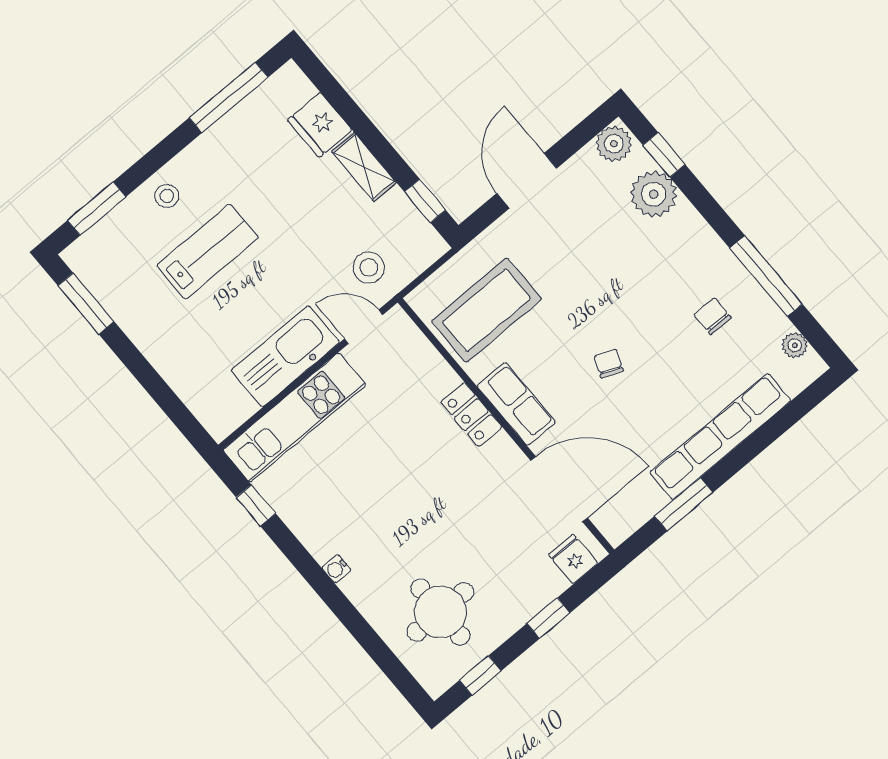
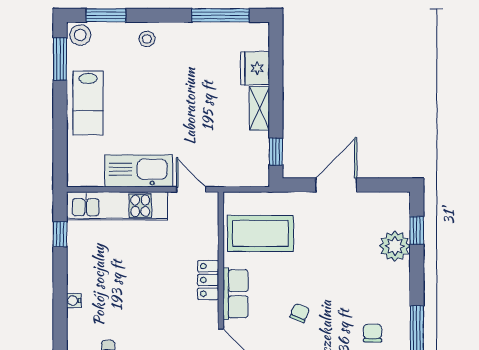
plant: (614, 144) -> (396, 203), removed
lab bench: (208, 251) -> (88, 103), moved, turned 90
stool: (369, 267) -> (80, 35), moved

